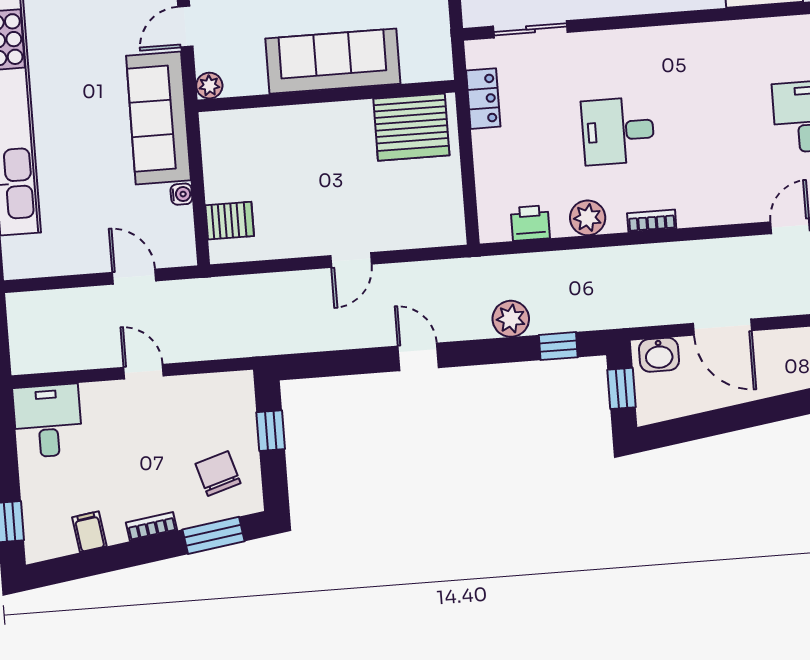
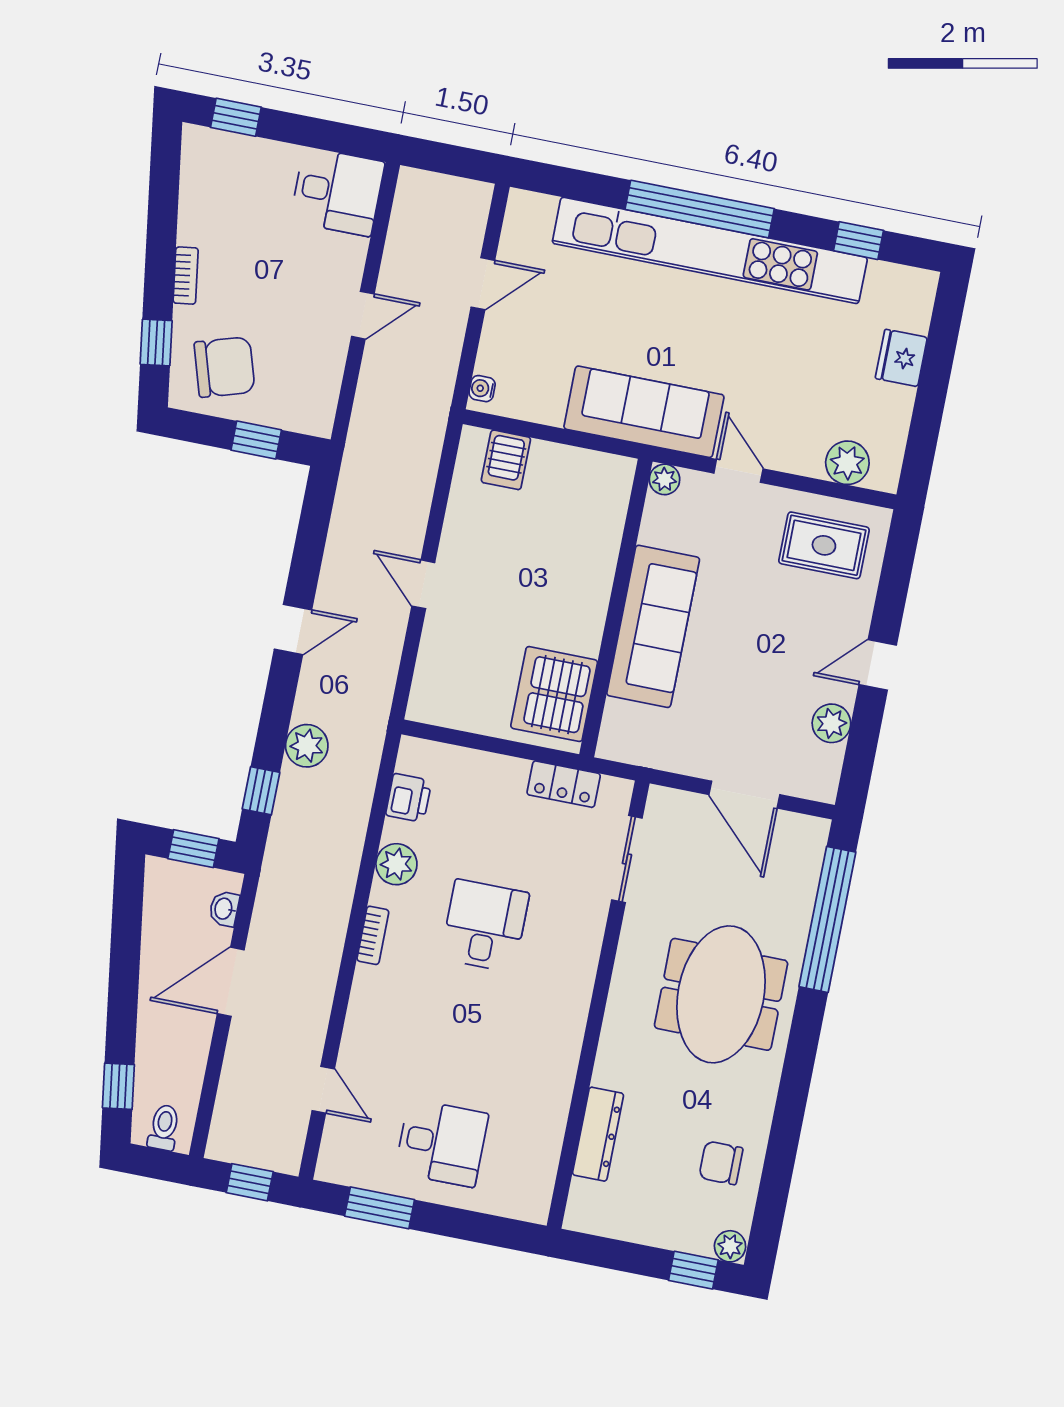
water cooler: (181, 194) -> (482, 389), moved, turned 90
door: (134, 277) -> (483, 284), moved
washbasin: (659, 355) -> (224, 909), width x0.72, depth x0.69
chair: (218, 474) -> (225, 367), width x1.37, depth x1.37
filing cabinet: (89, 532) -> (199, 204), removed
window: (213, 535) -> (156, 343), width x0.67

